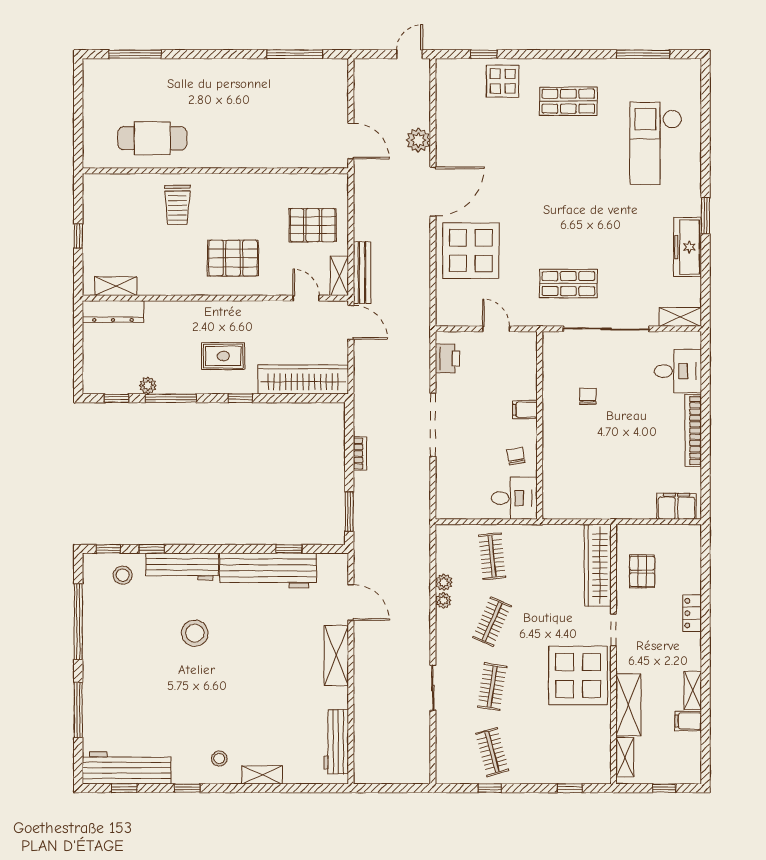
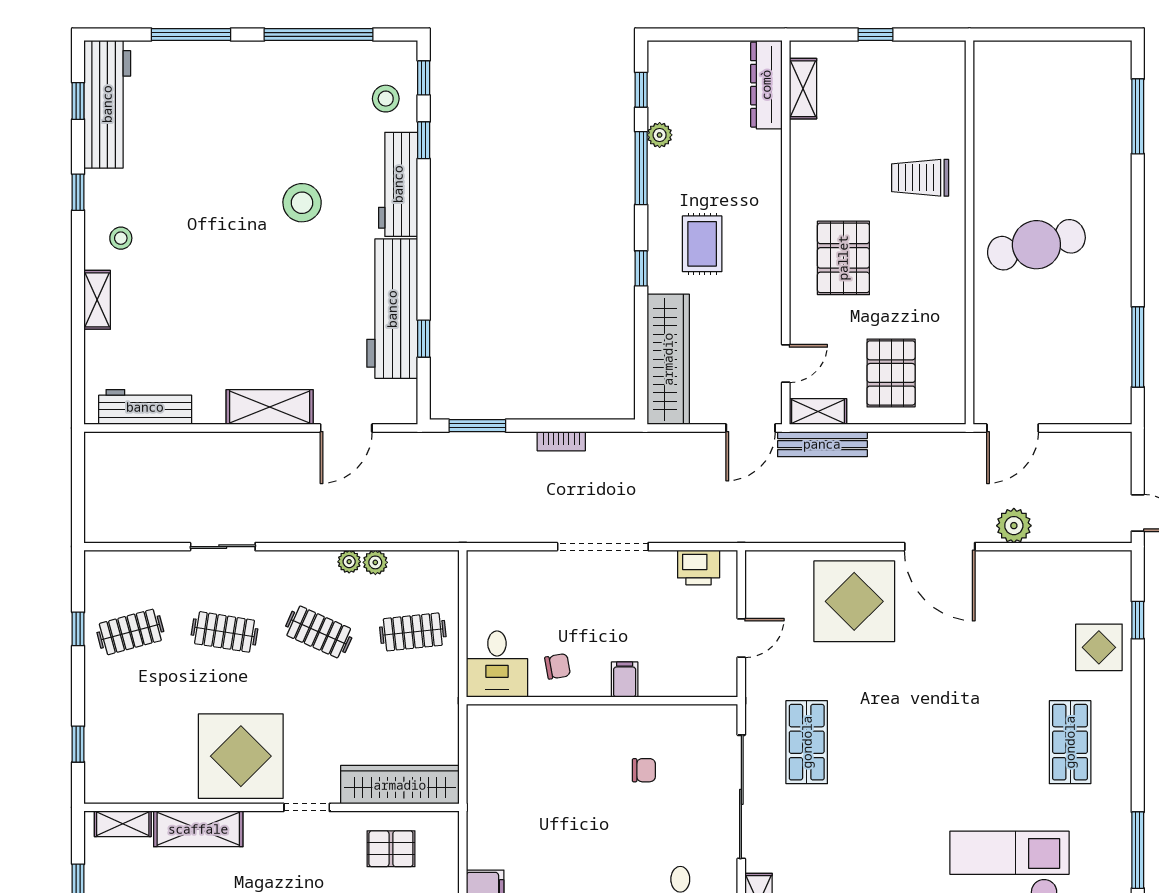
cafe table: (152, 138) -> (1036, 245), moved, turned 76

